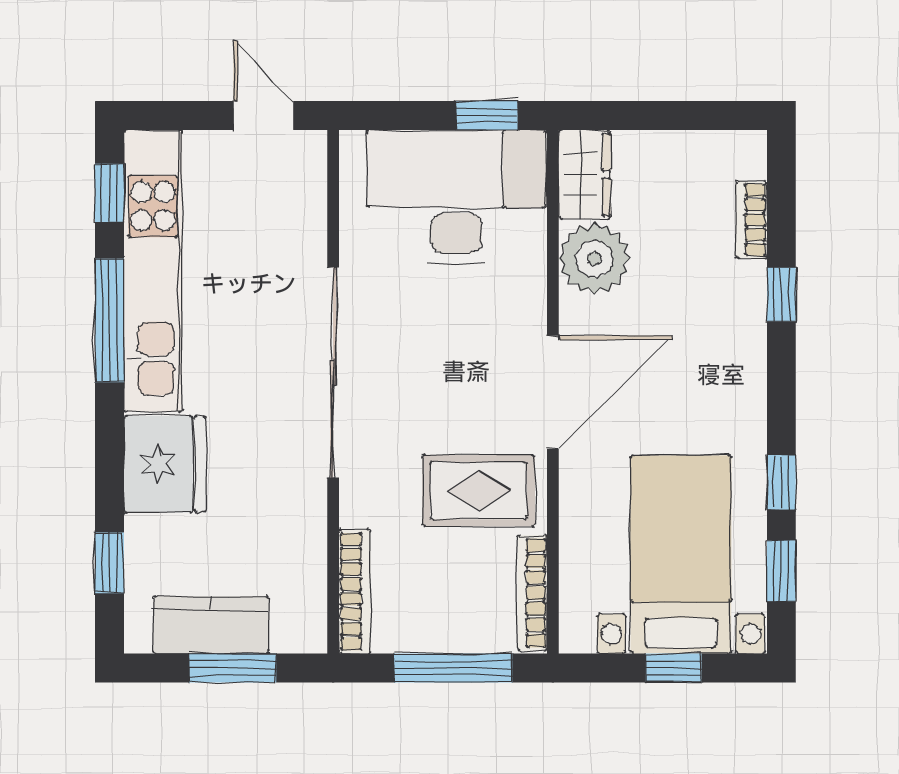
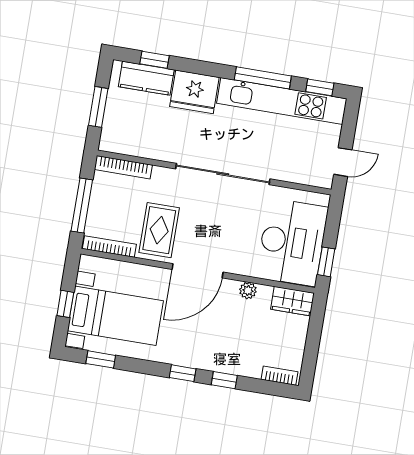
bookcase: (752, 220) -> (280, 376), moved
plant: (594, 259) -> (248, 291), width x0.53, depth x0.53
door: (553, 392) -> (198, 271), hinge flipped
window: (781, 482) -> (183, 373), moved
kitchen counter: (211, 625) -> (146, 78), moved, turned 90

